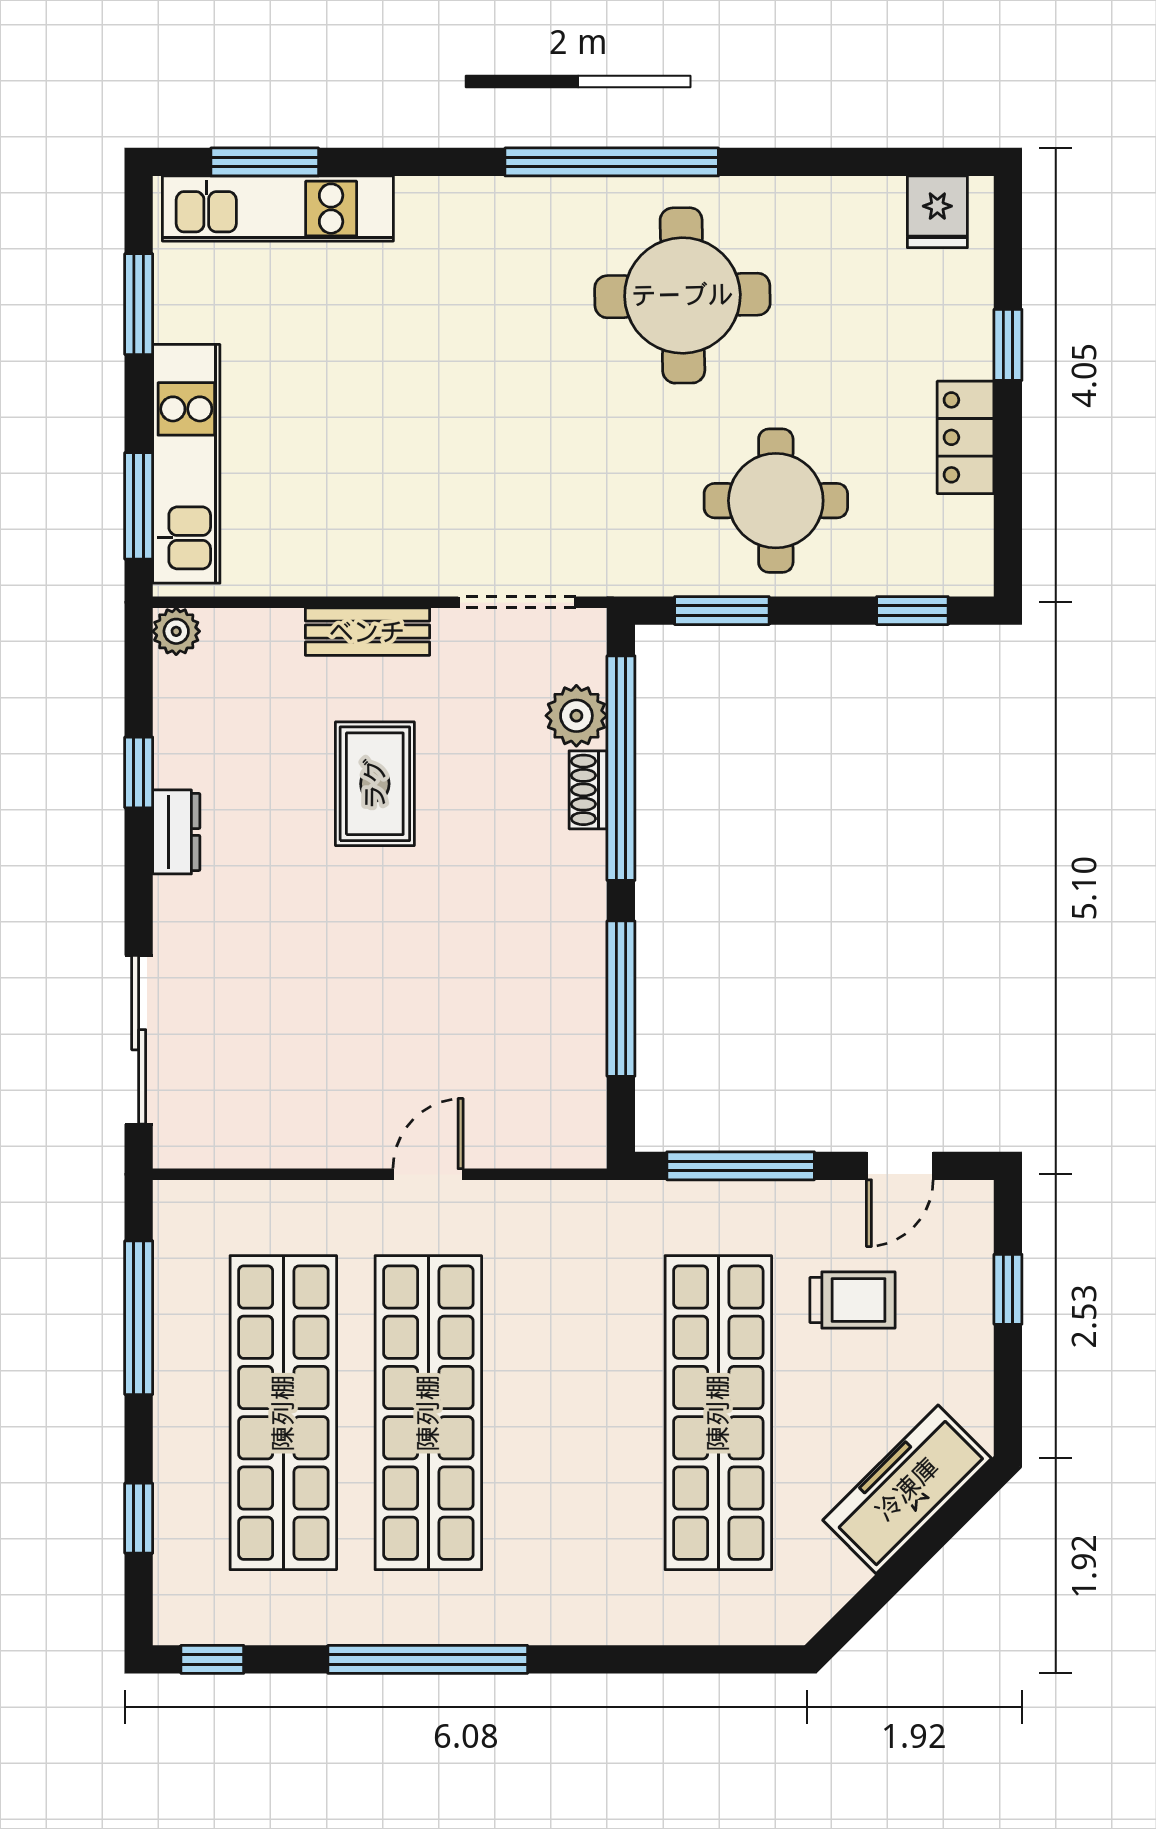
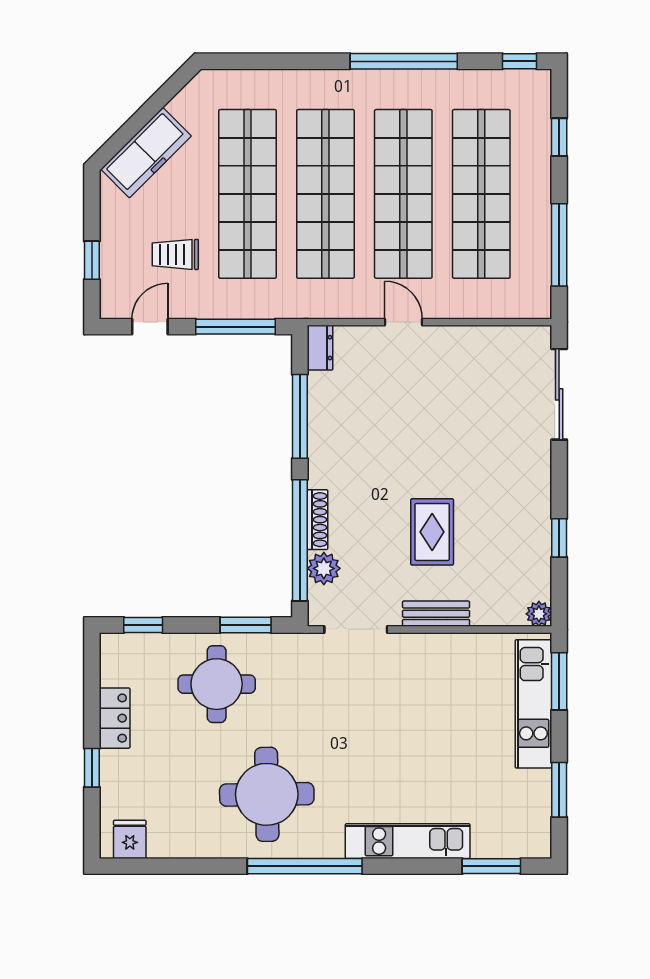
kitchen unit: (278, 209) -> (408, 841), moved
shoe rack: (588, 790) -> (318, 520), width x1.43
dresser: (176, 832) -> (320, 348), moved, turned 180
door: (428, 1174) -> (404, 322), swing flipped
shop shelf: (573, 1413) -> (325, 194), added

